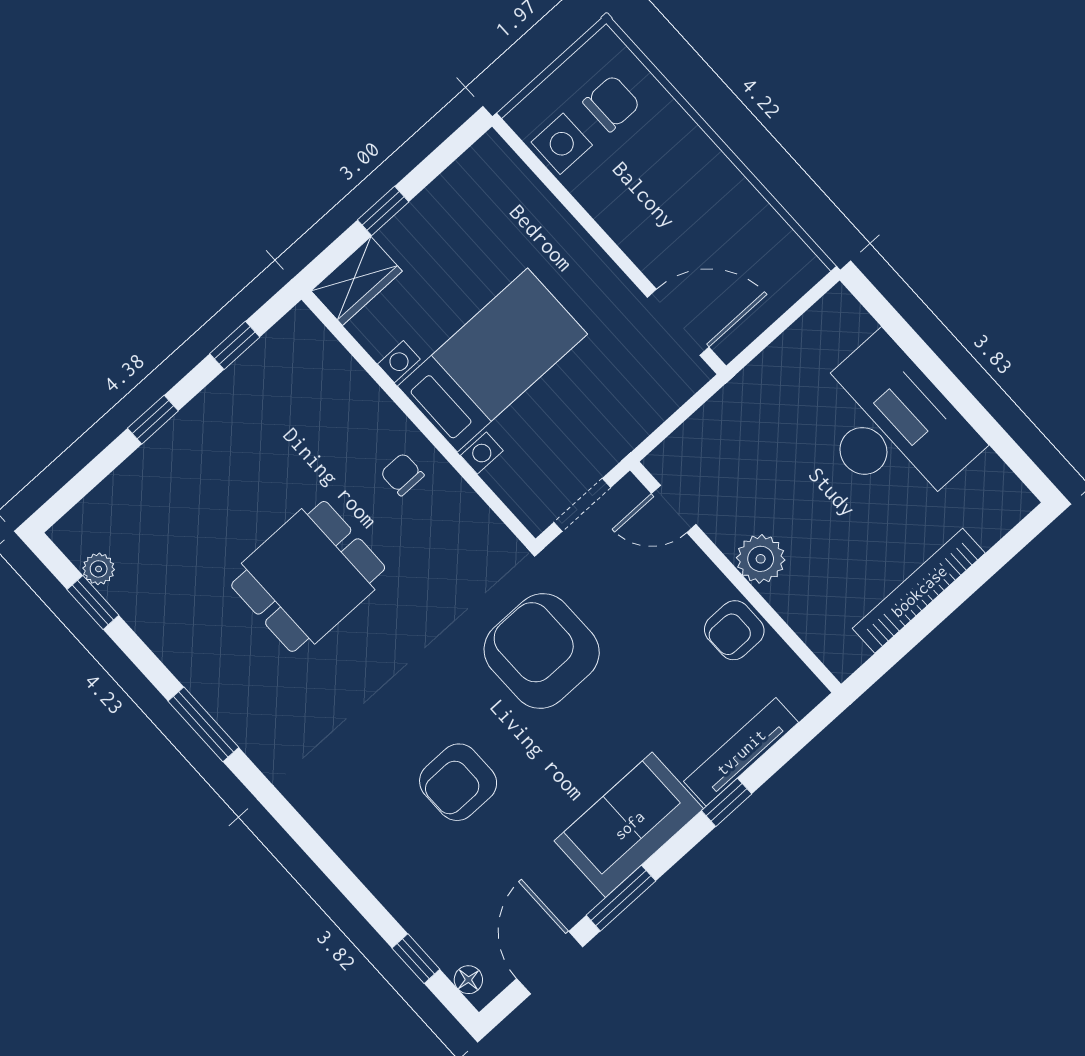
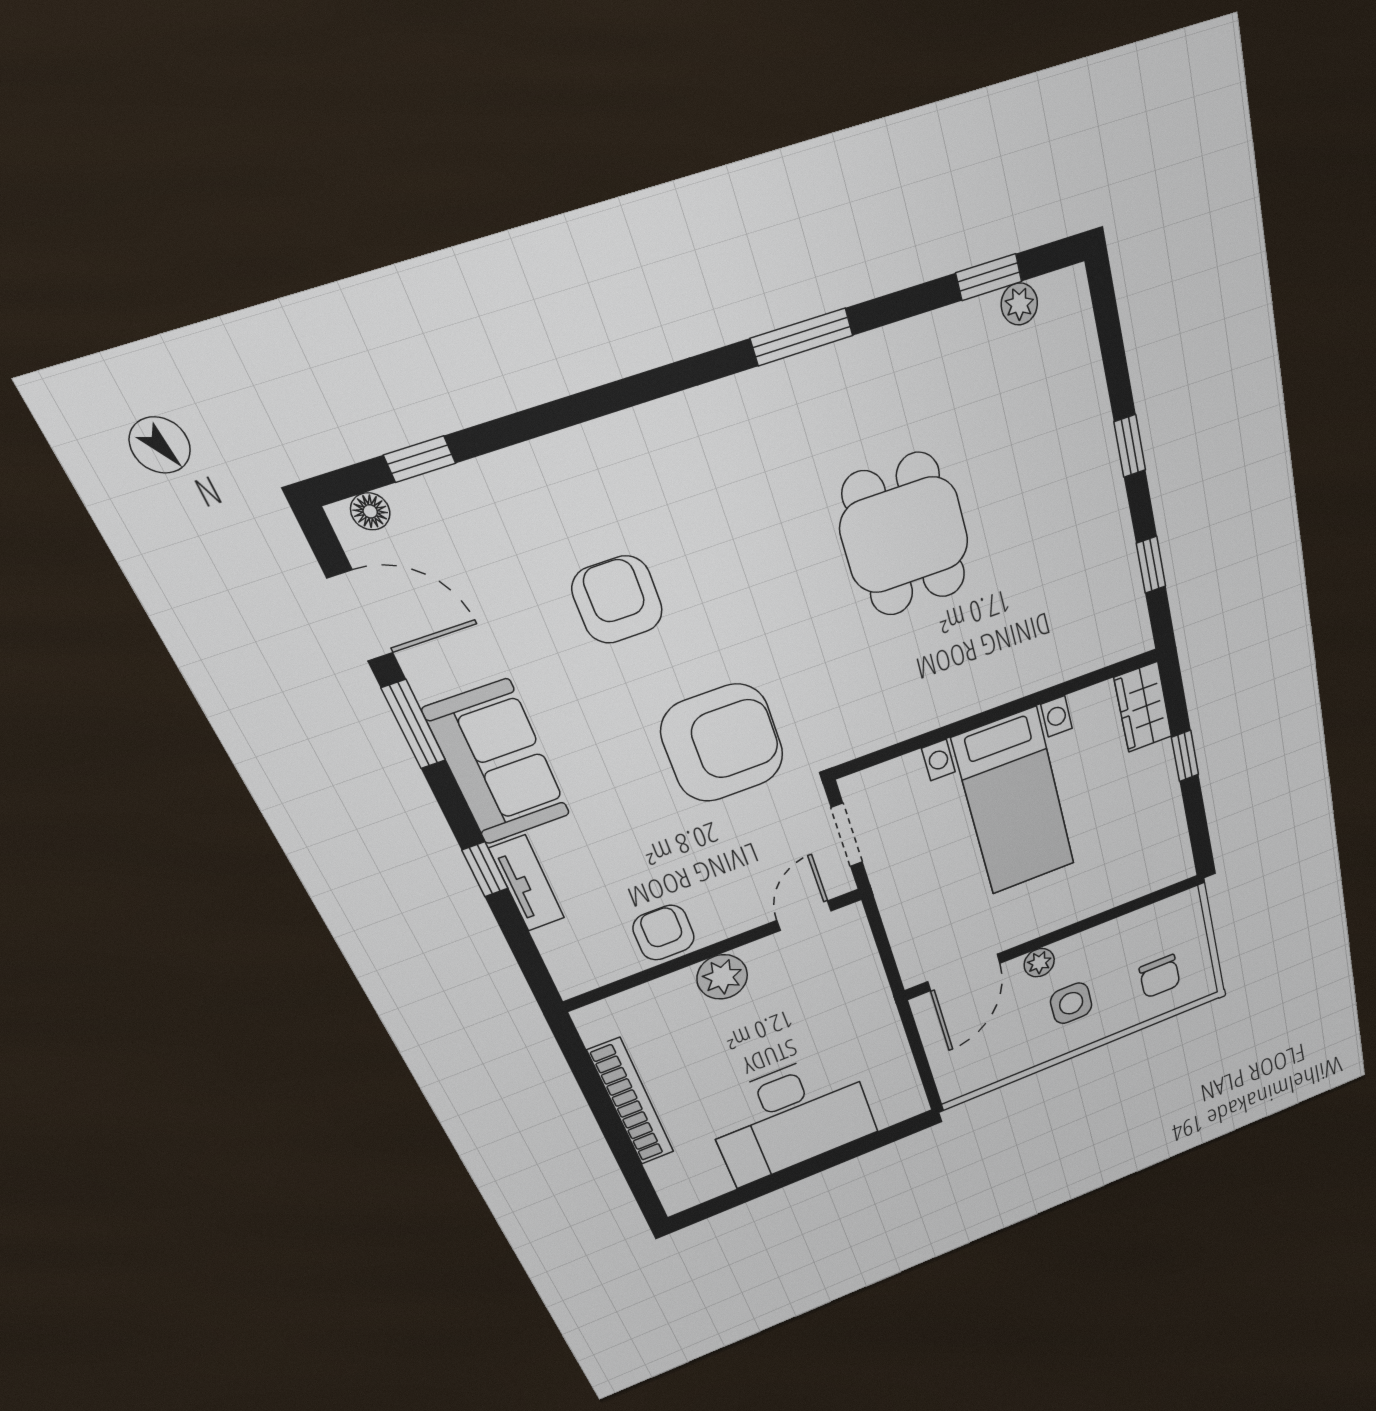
side table: (562, 144) -> (1071, 1003), moved
plant: (641, 247) -> (1039, 963), added
chair: (402, 474) -> (956, 676), removed
tv unit: (741, 752) -> (527, 883), width x0.71

